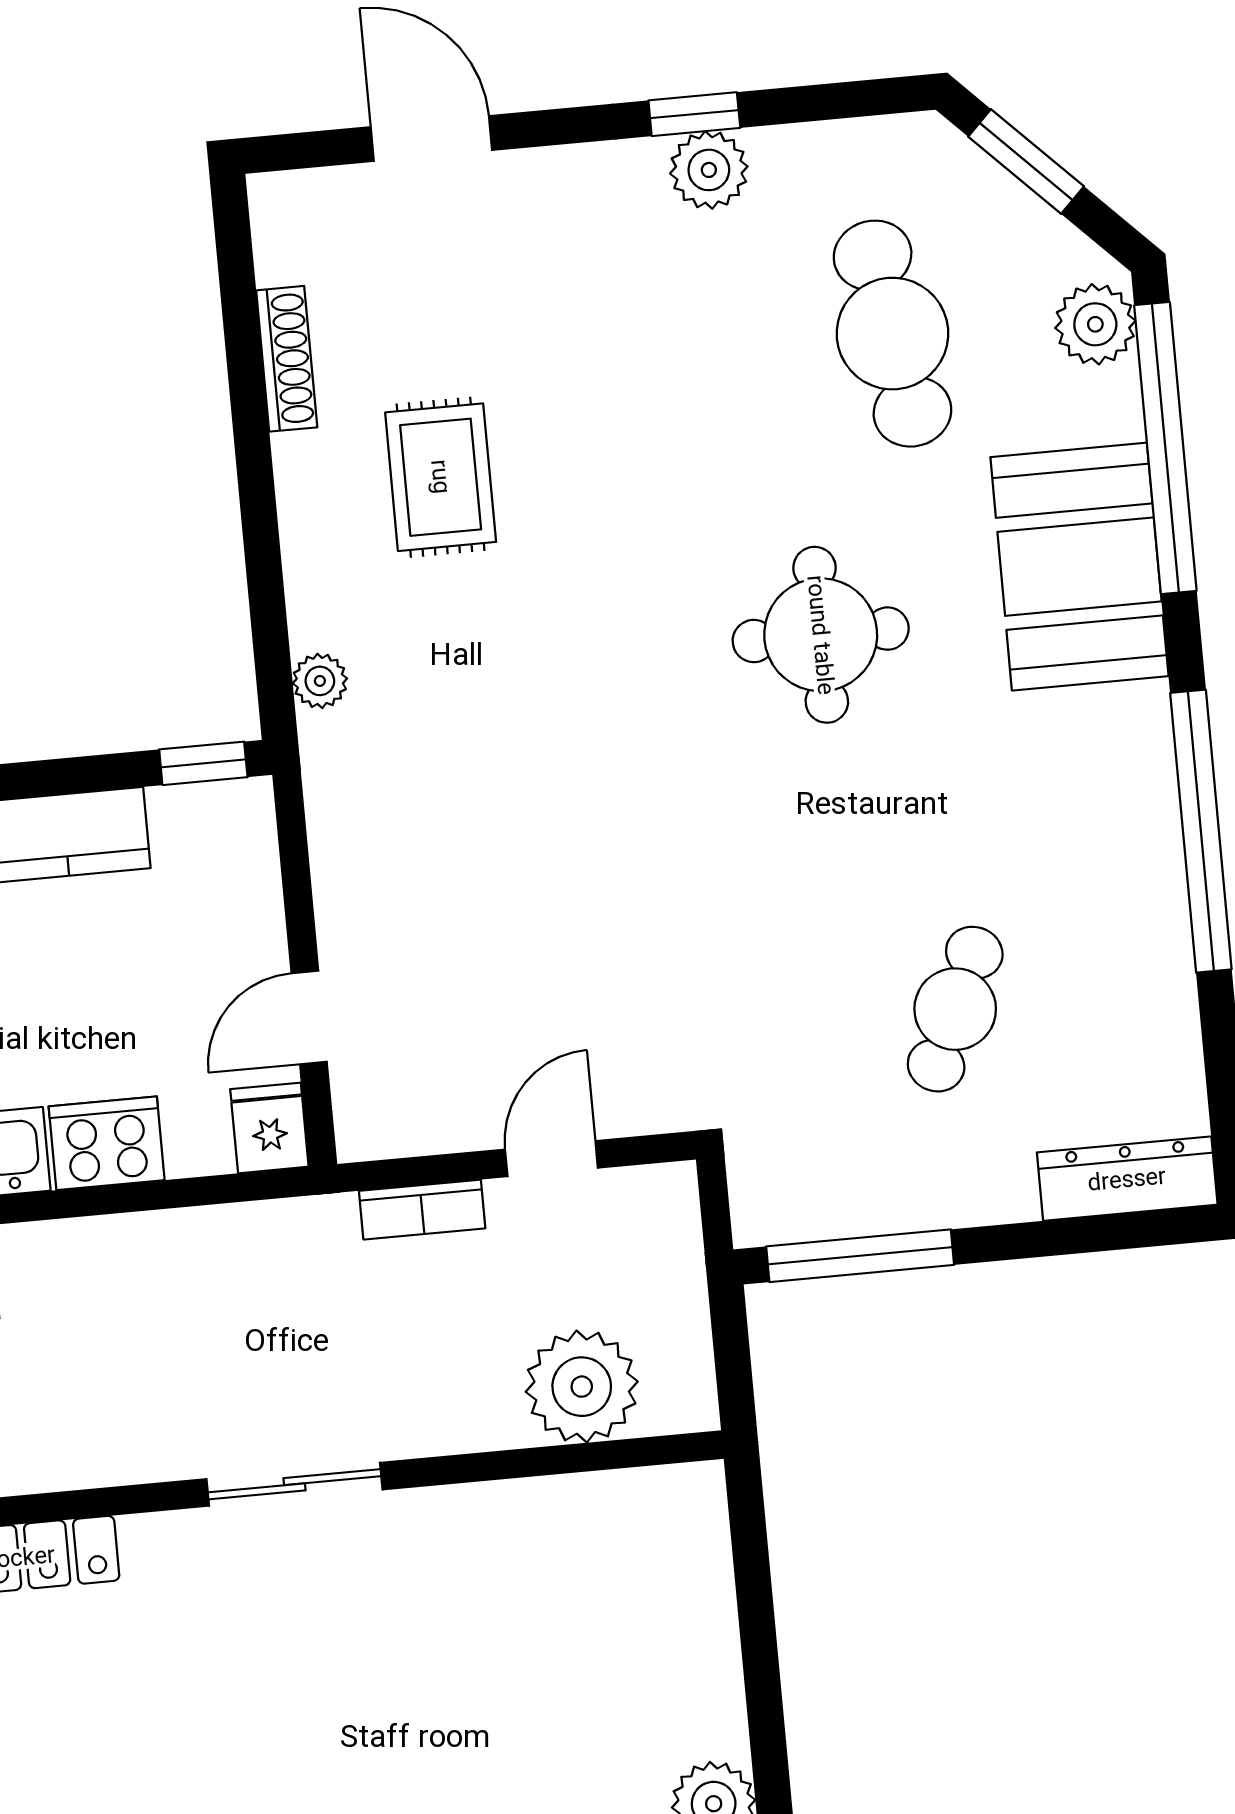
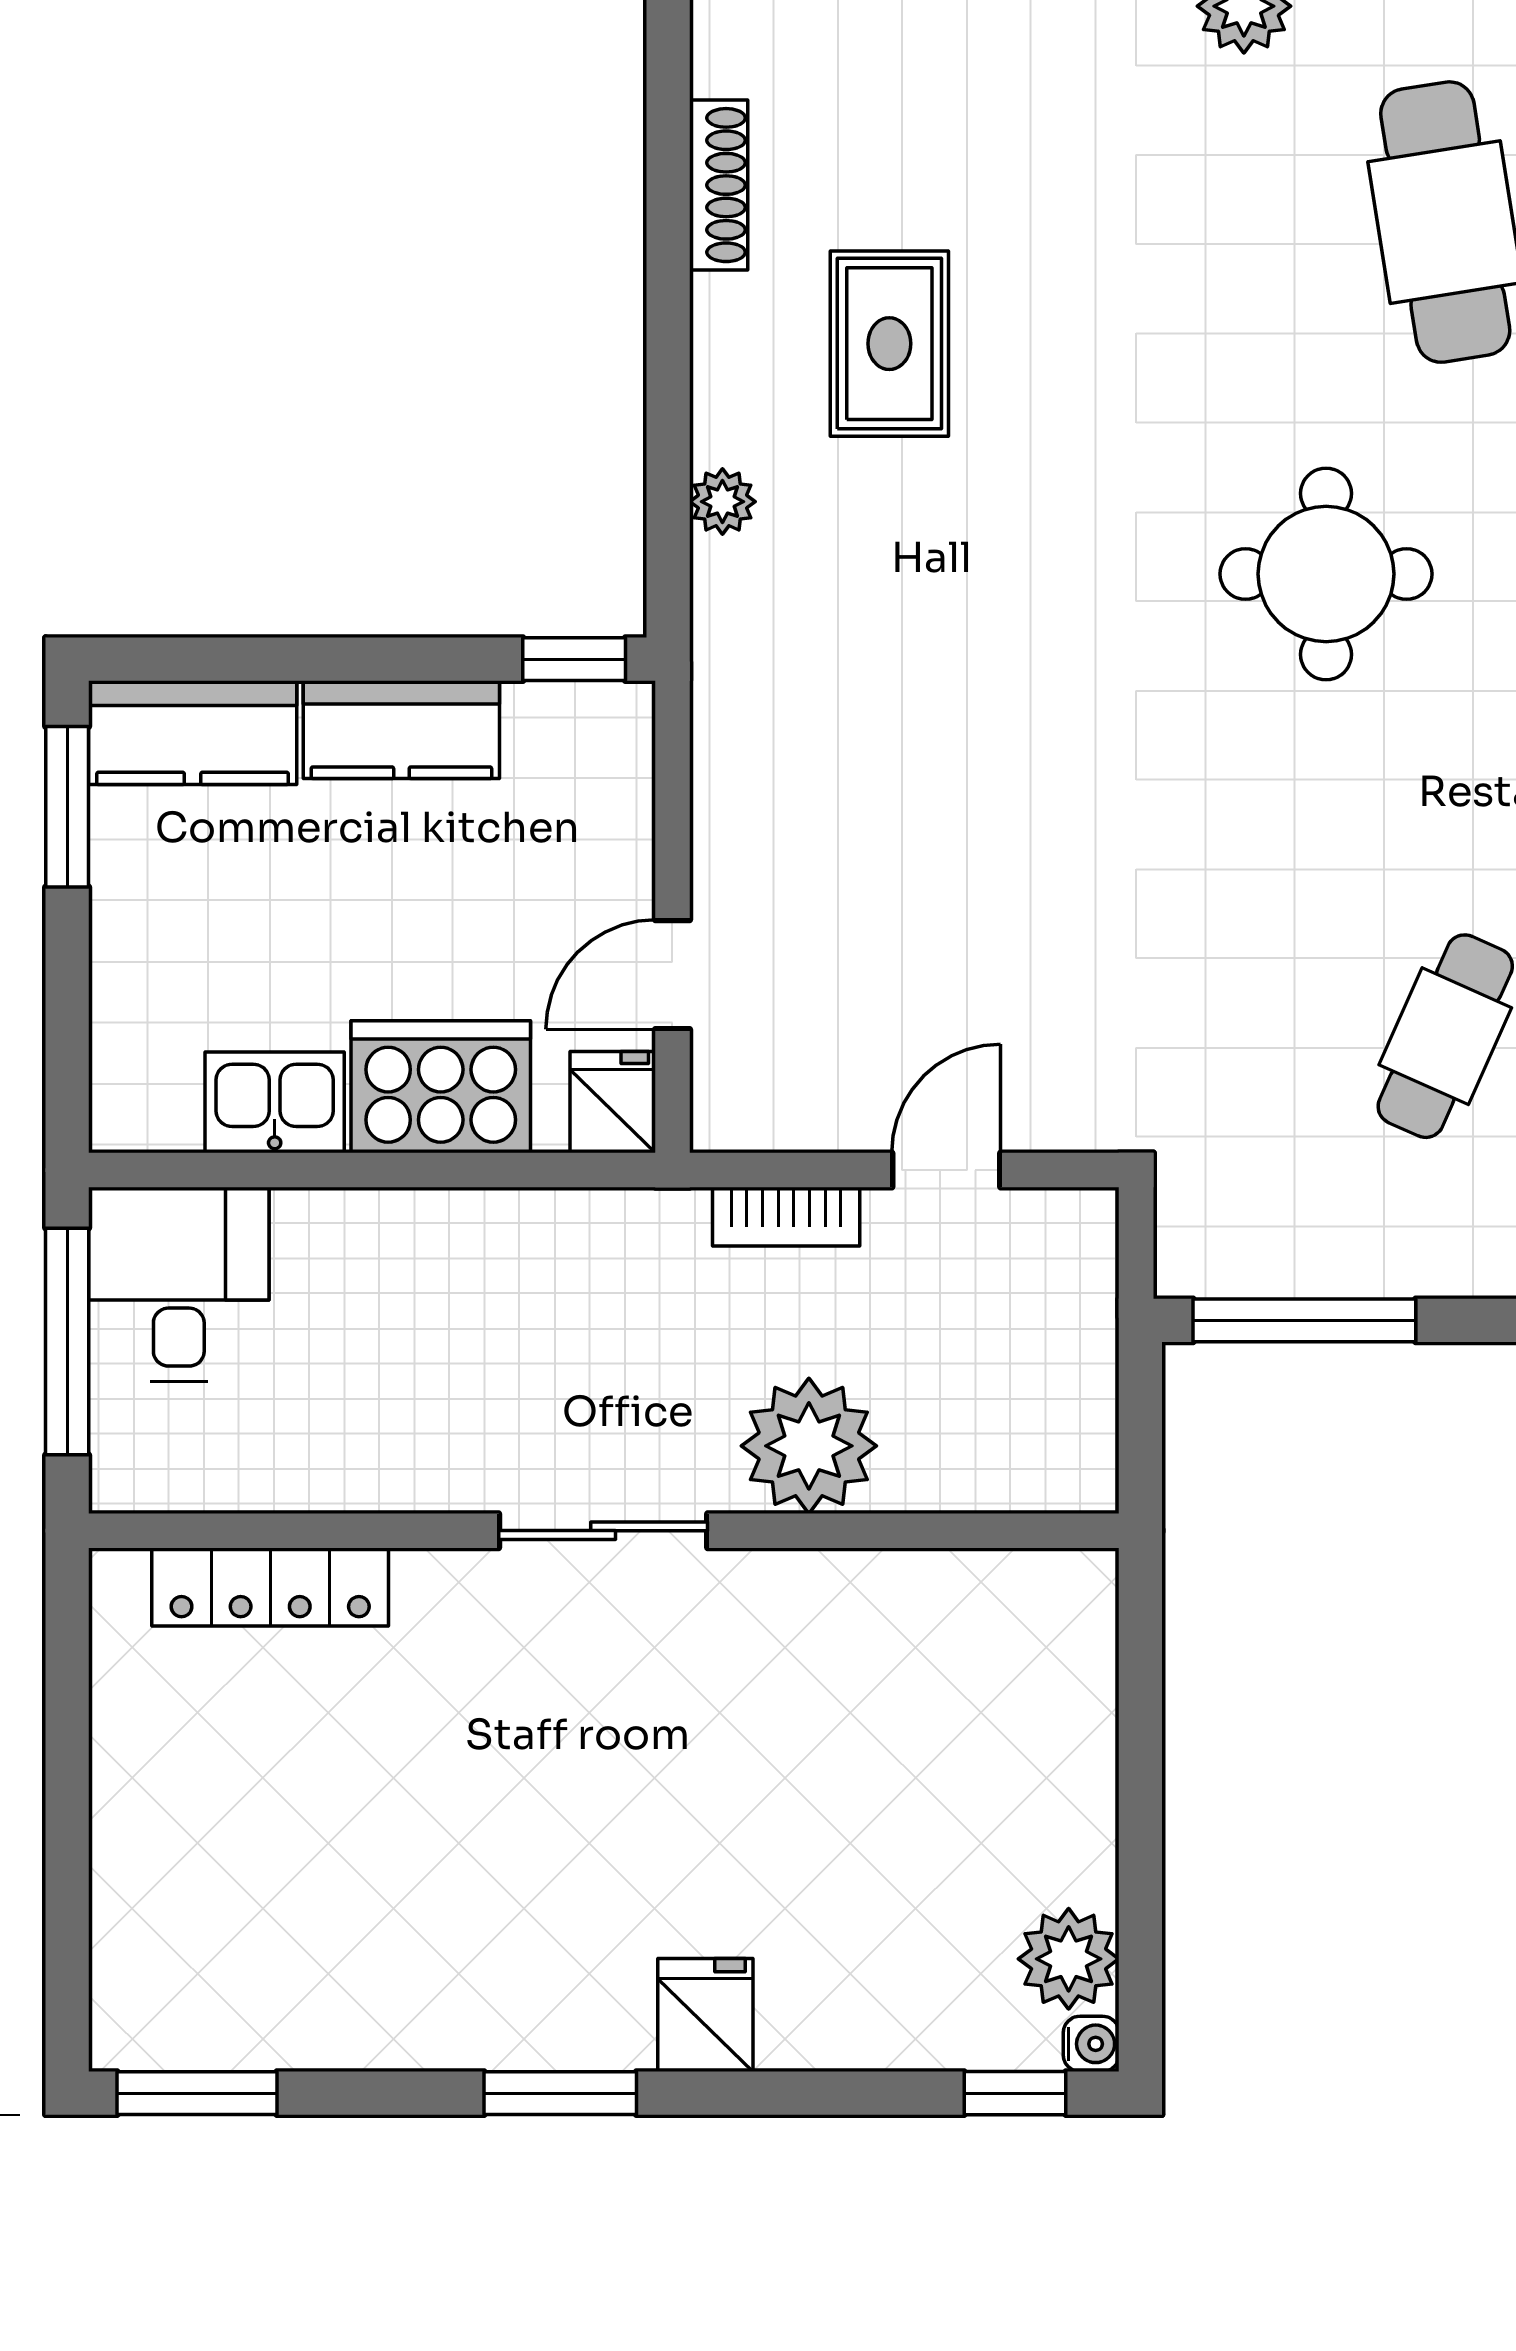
plant: (320, 681) -> (722, 502), moved
cooker: (107, 1143) -> (441, 1087), width x1.37, depth x1.31
plant: (582, 1387) -> (809, 1446), moved

